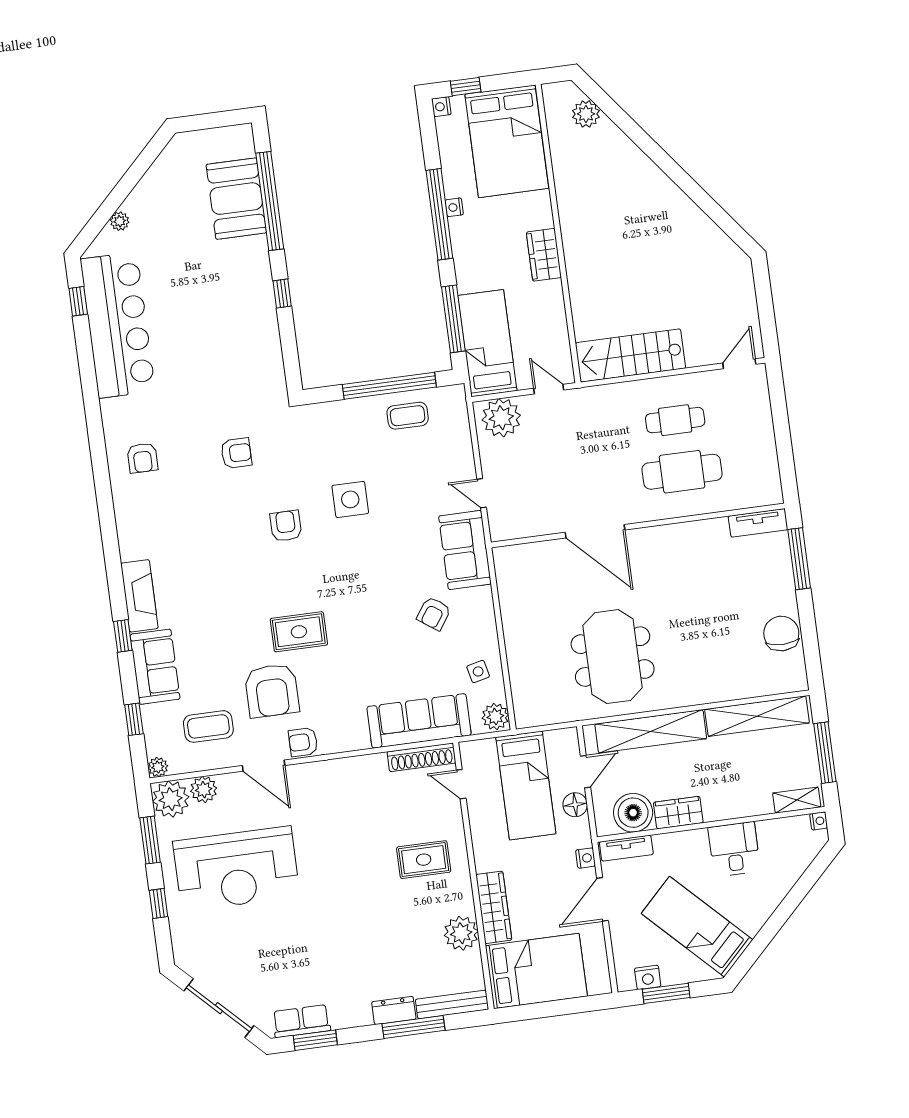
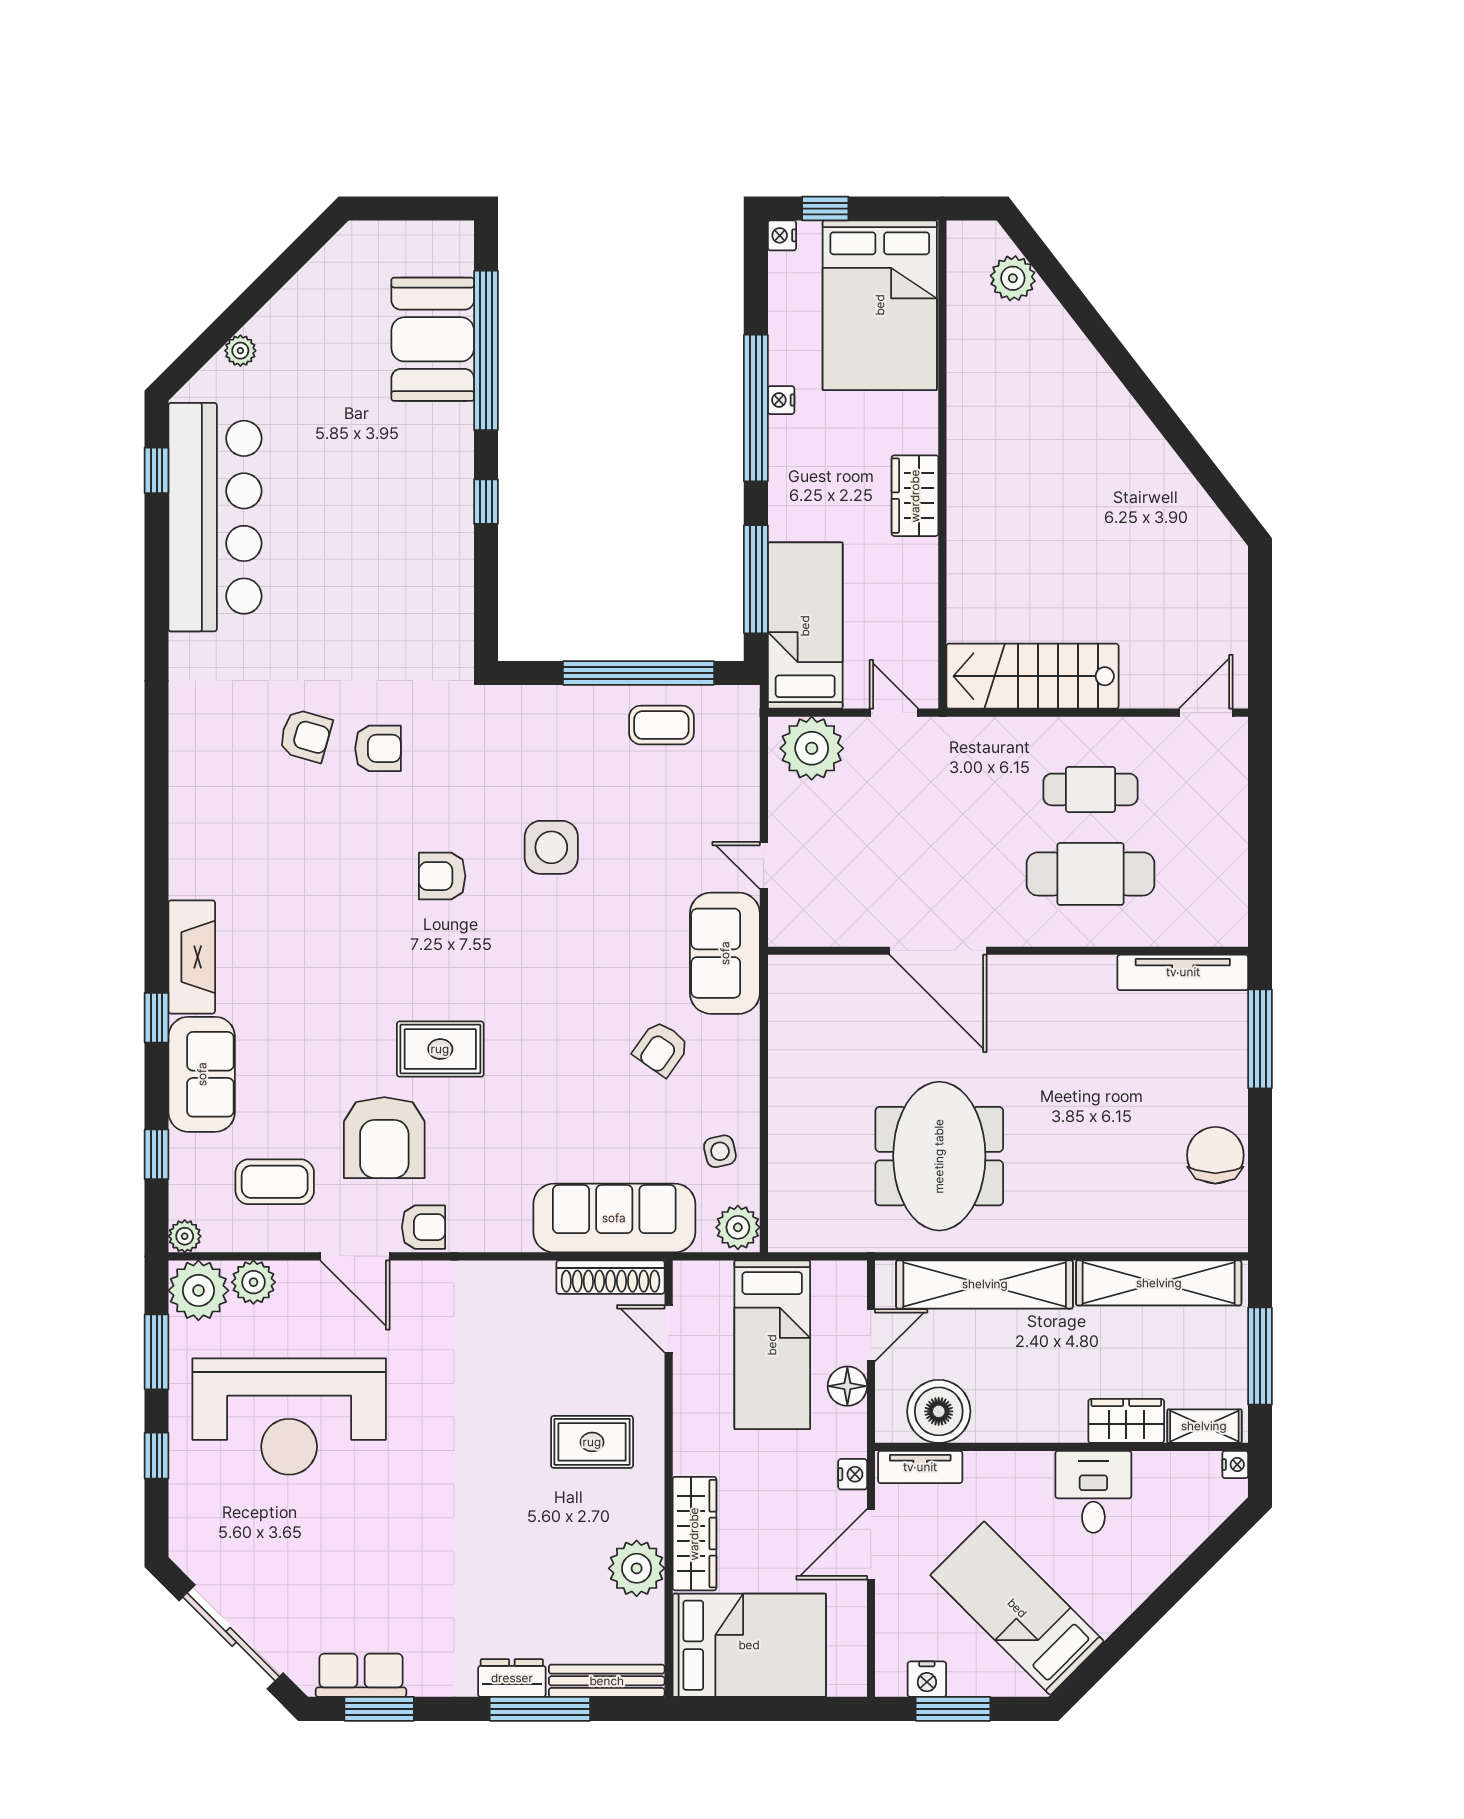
armchair: (142, 458) -> (305, 736), moved, turned -74
tv unit: (758, 523) -> (1183, 972), width x1.41
armchair: (286, 526) -> (442, 876), turned -90
armchair: (303, 742) -> (423, 1227), turned 180
wardrobe: (678, 813) -> (1126, 1421), moved

